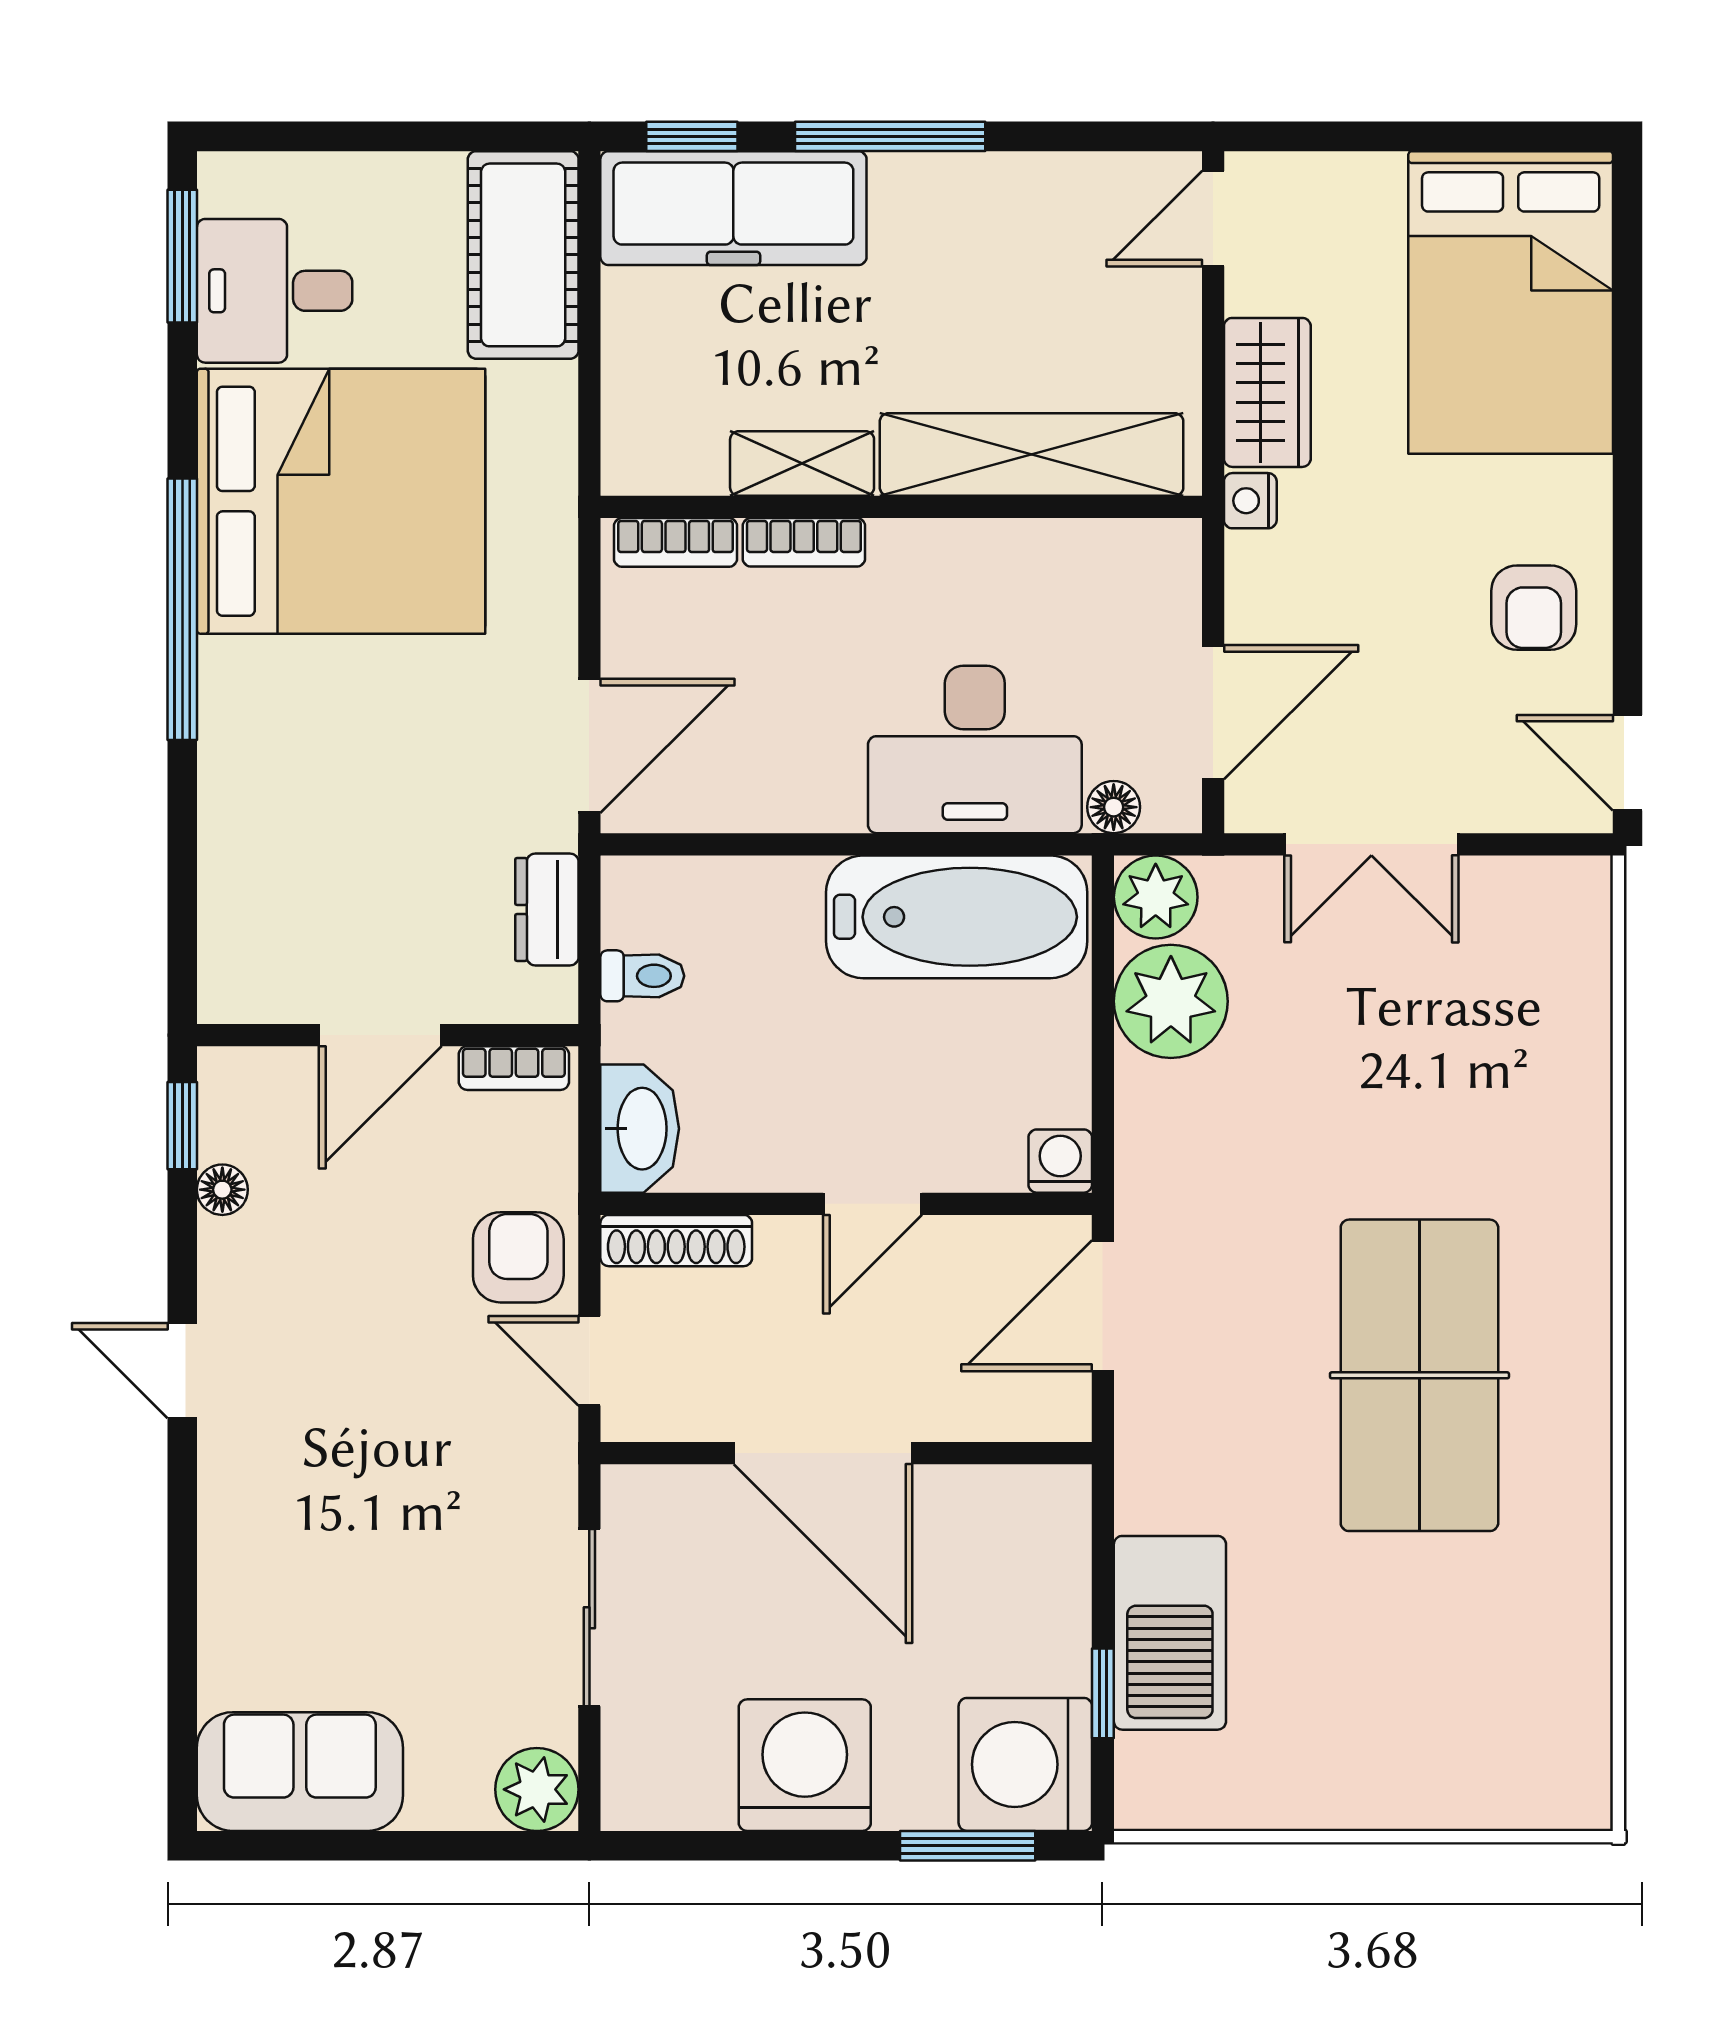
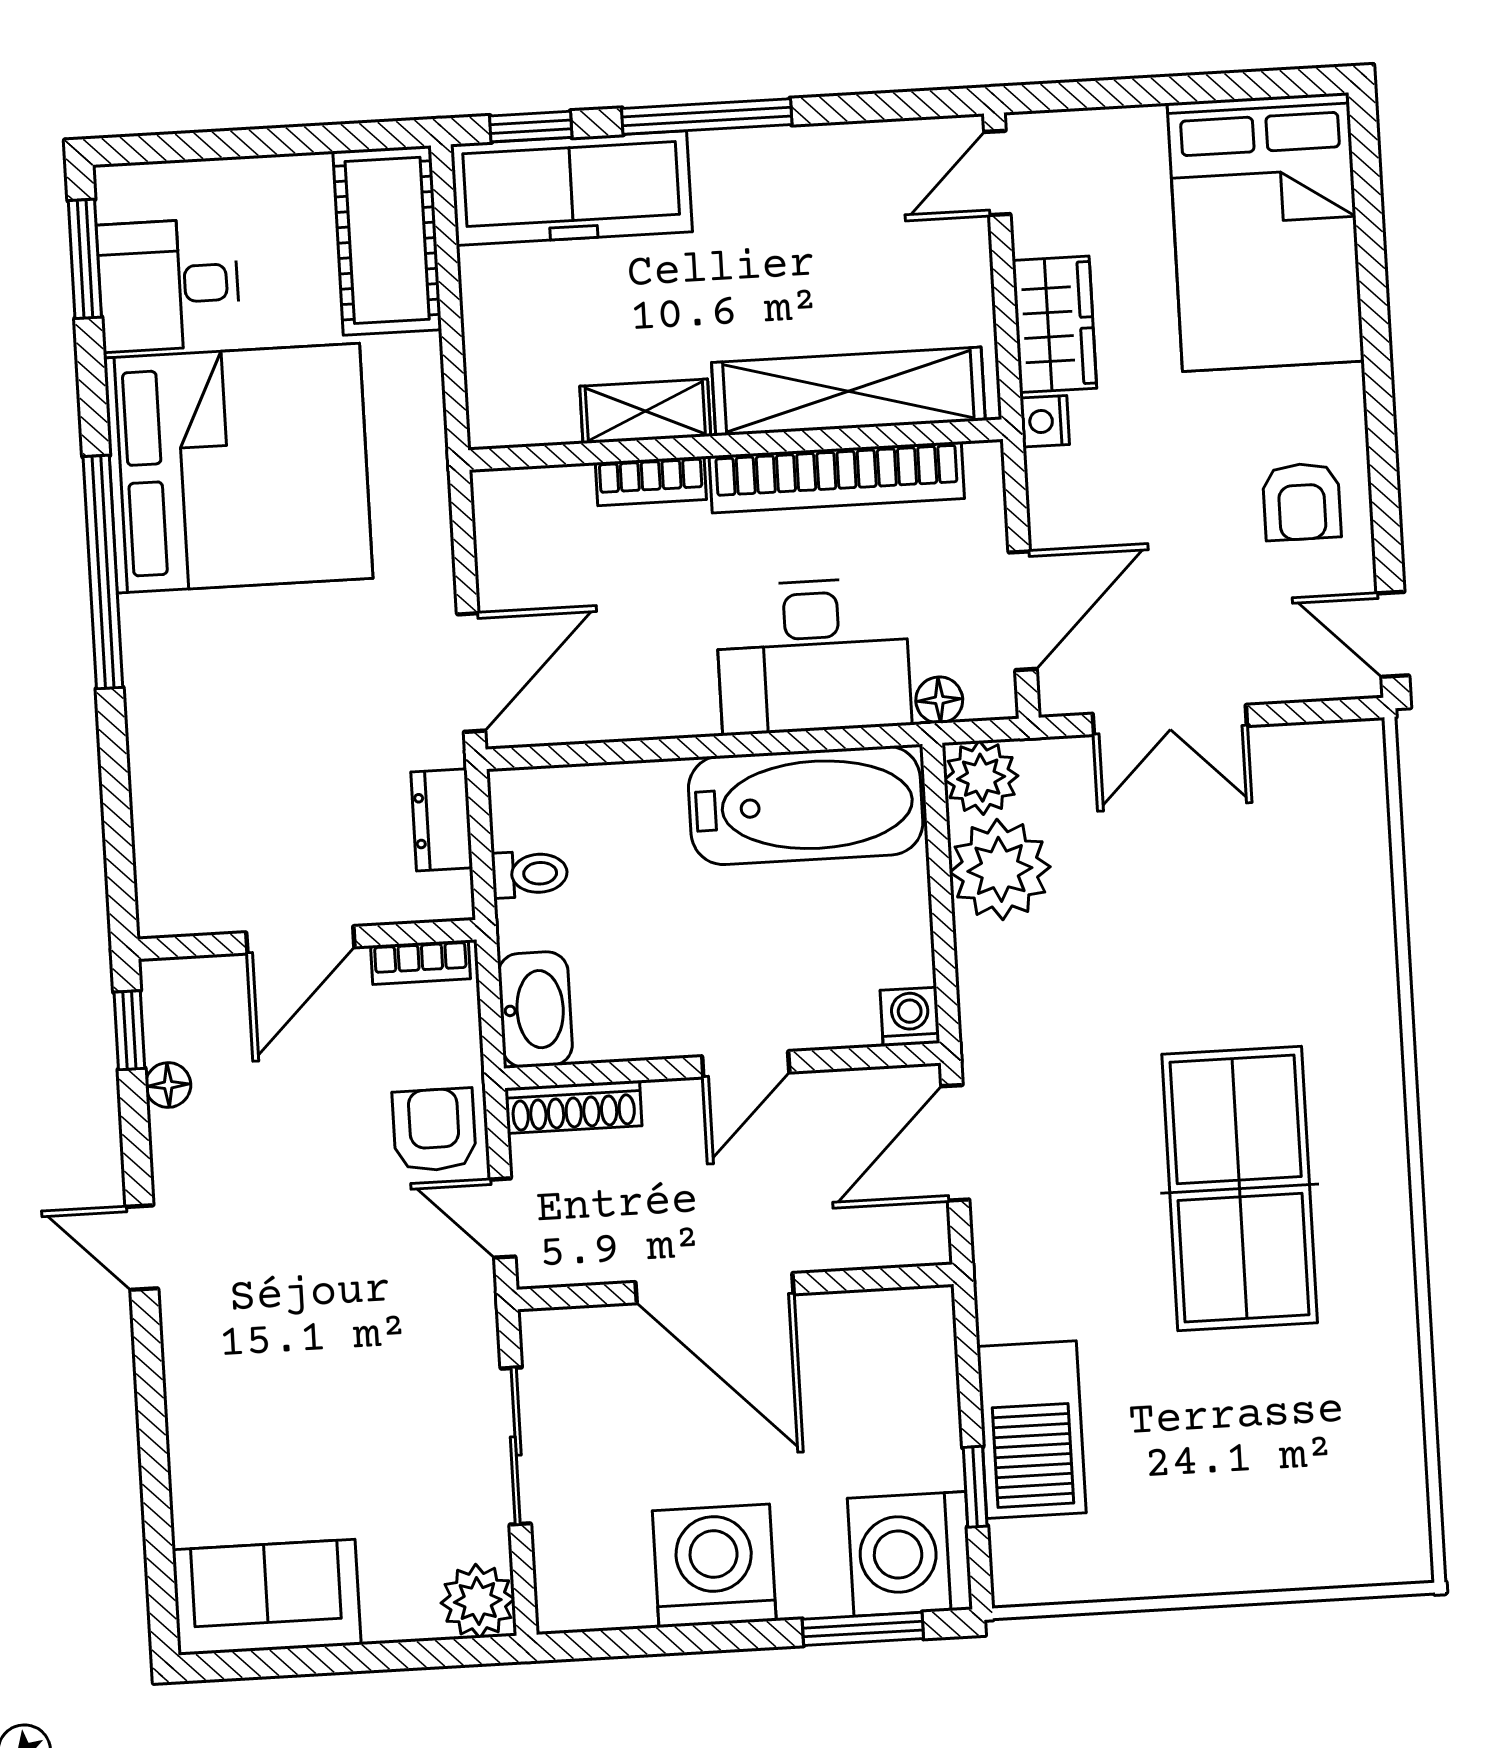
bookcase: (675, 542) -> (837, 477), moved, width x2.31, depth x1.31

